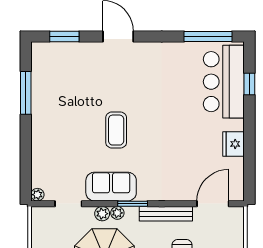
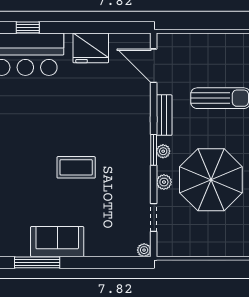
fridge: (233, 144) -> (91, 48), width x1.36, depth x1.34
sofa: (111, 187) -> (57, 242), moved, turned 90
plant: (117, 213) -> (163, 151), moved
bench: (166, 214) -> (164, 115), width x0.73

